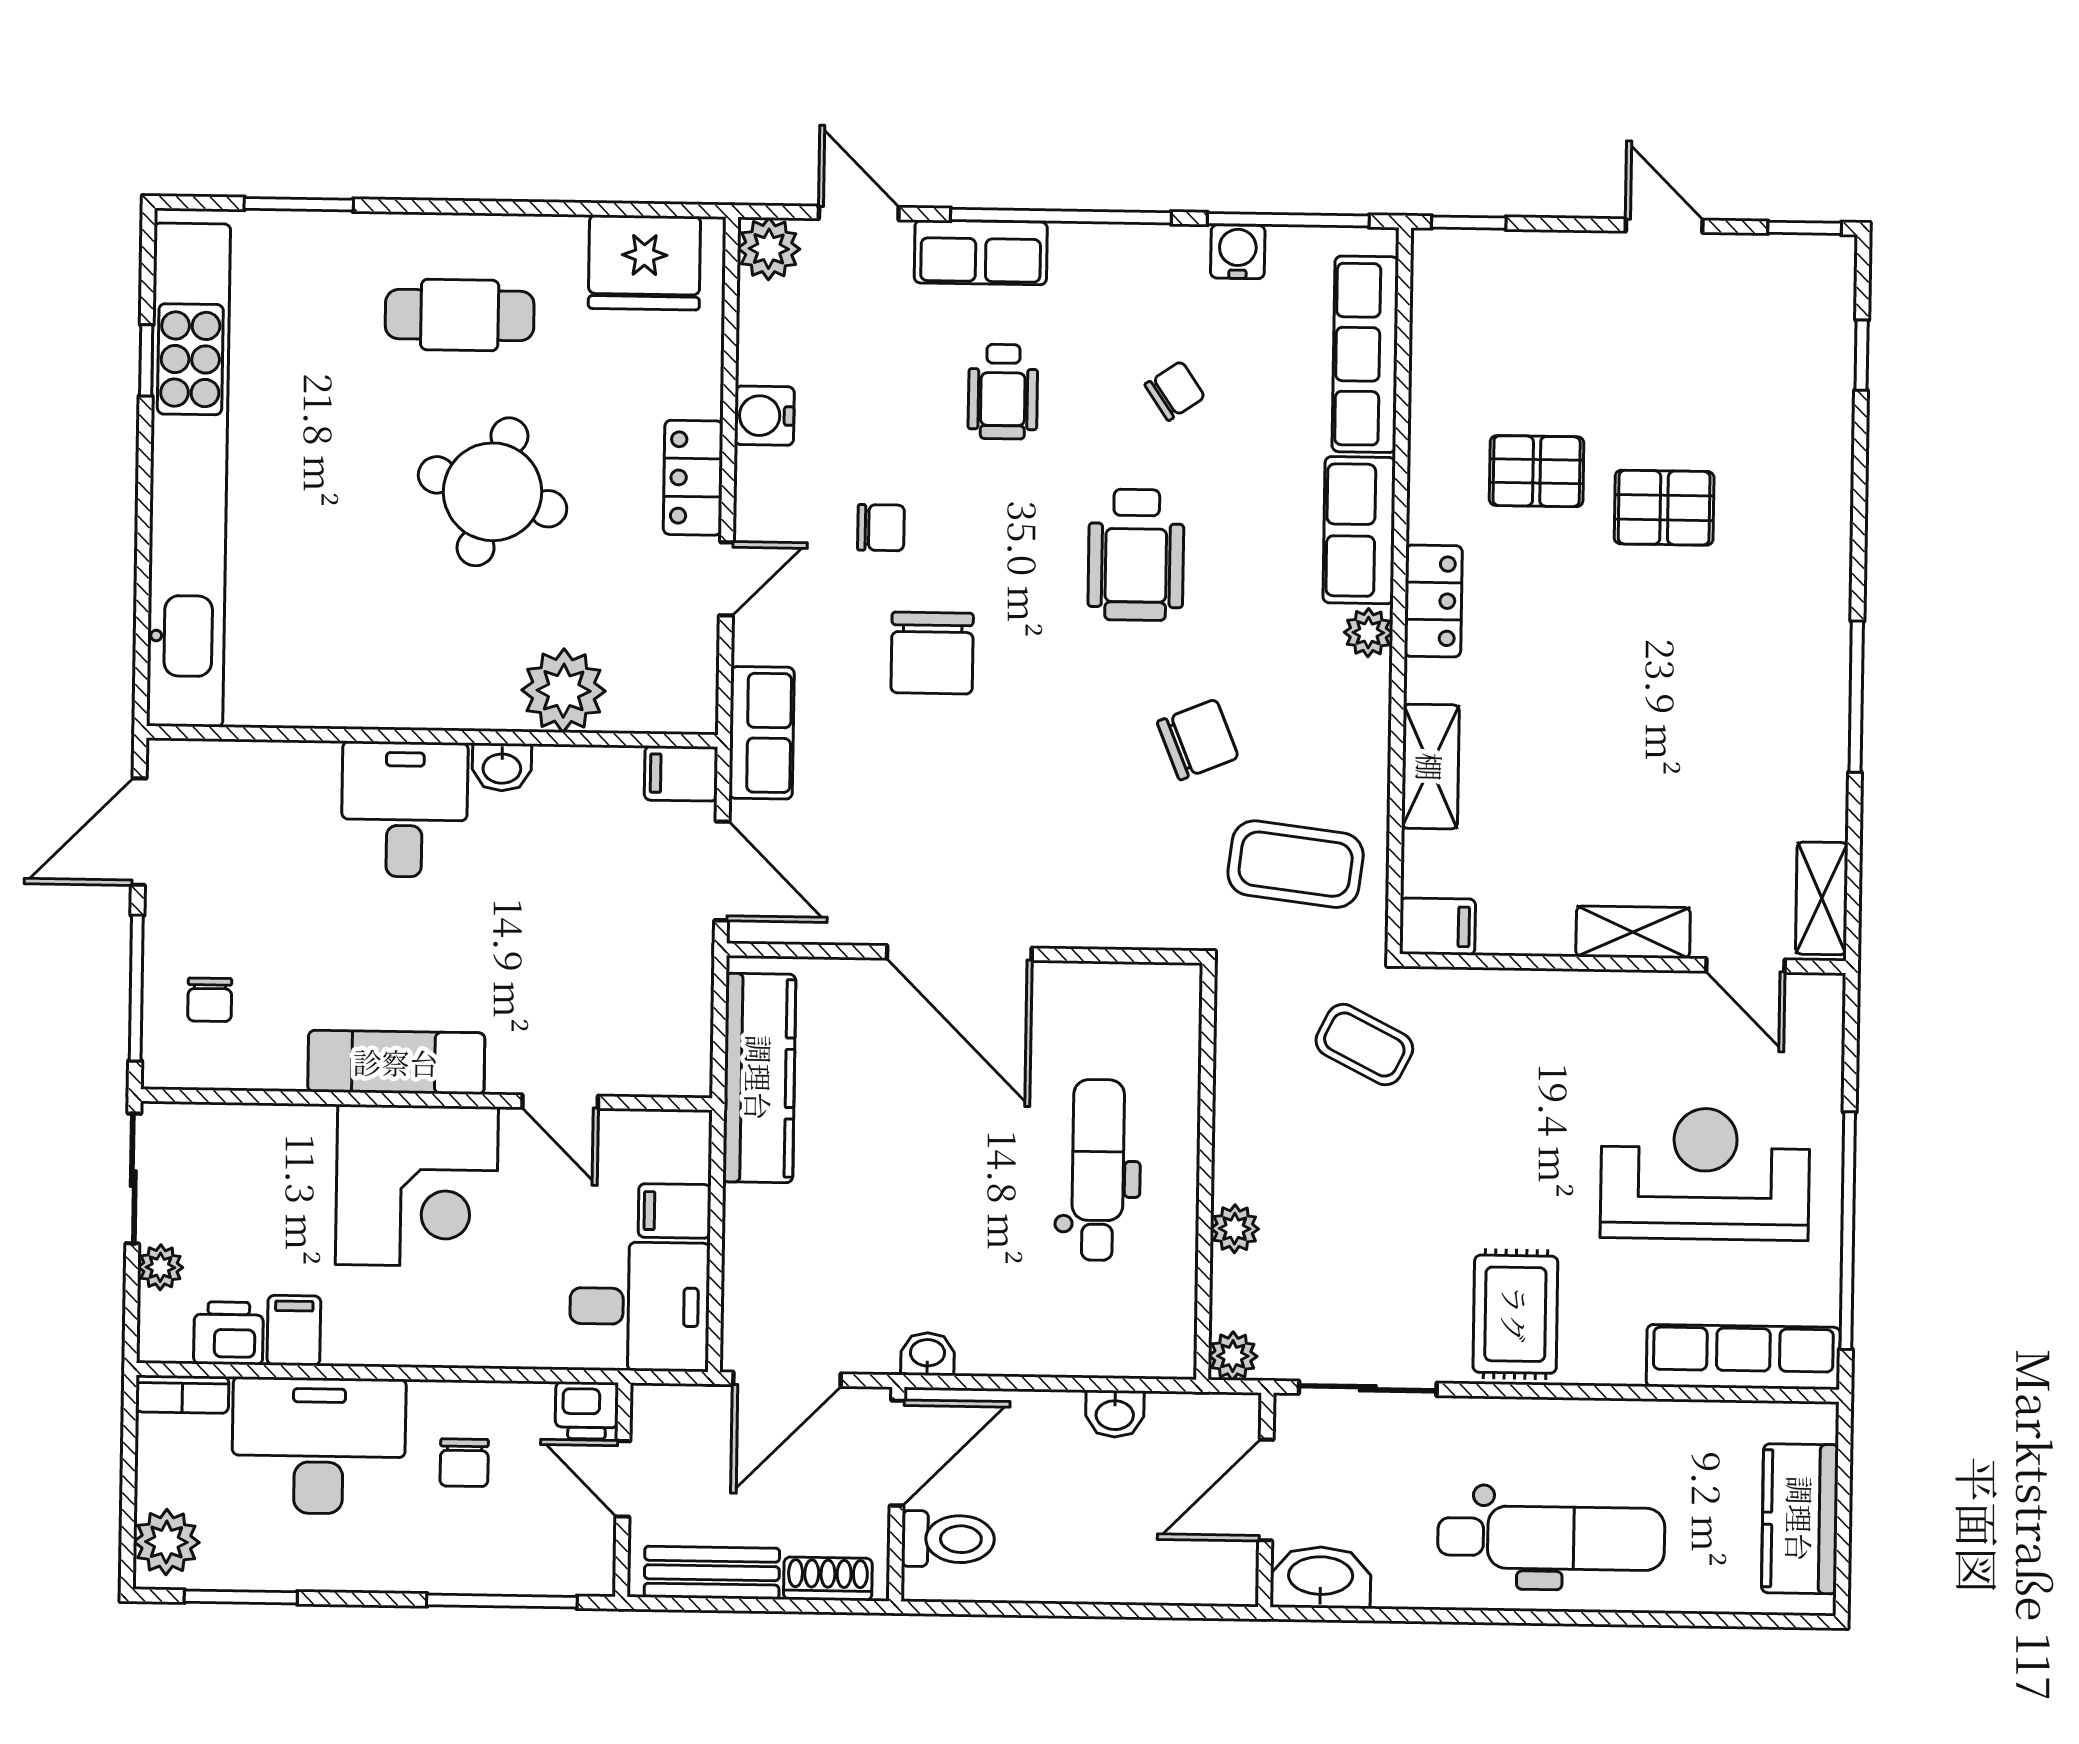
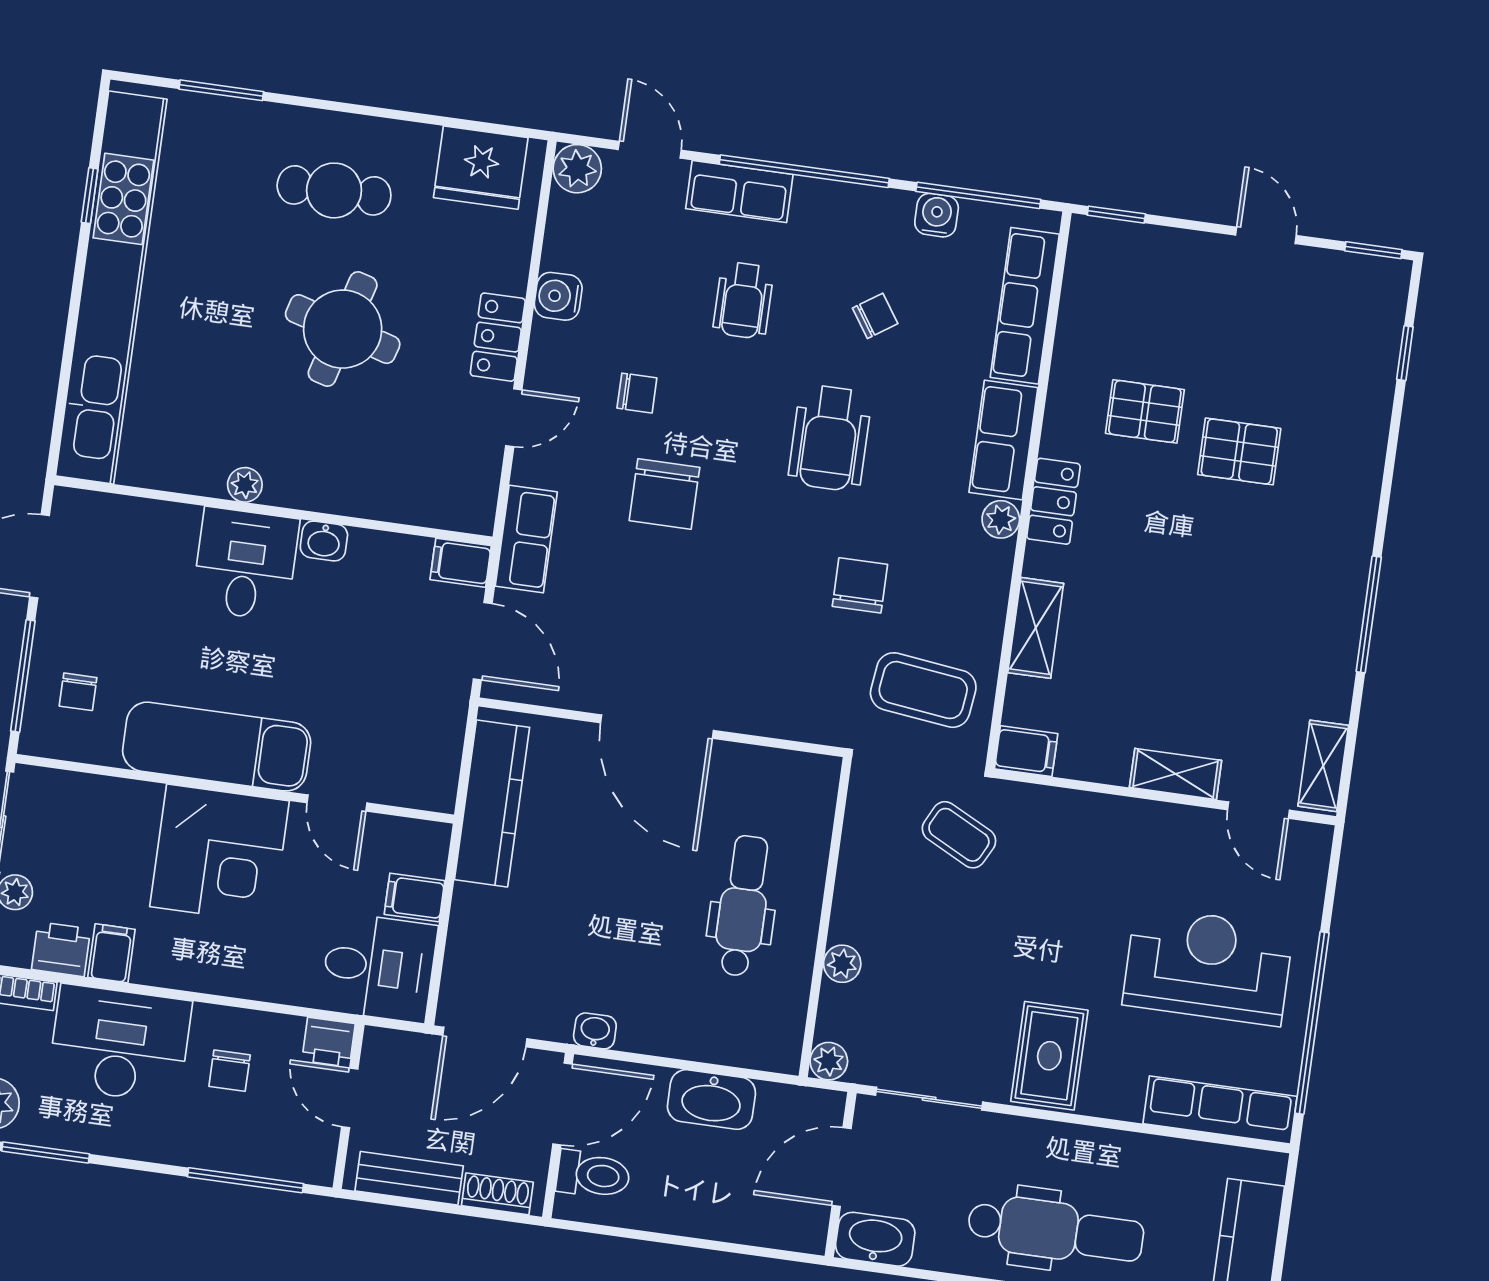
plant: (564, 691) -> (245, 485), moved, width x0.53, depth x0.53
chair: (1198, 740) -> (860, 585), turned -68
exam couch: (396, 1062) -> (217, 747), width x1.36, depth x1.45
washbasin: (1115, 1414) -> (711, 1100), width x1.91, depth x1.45

